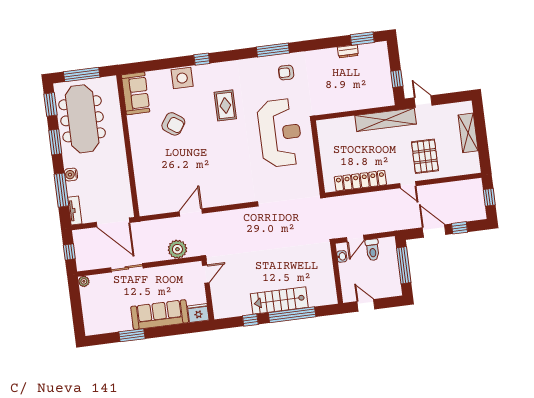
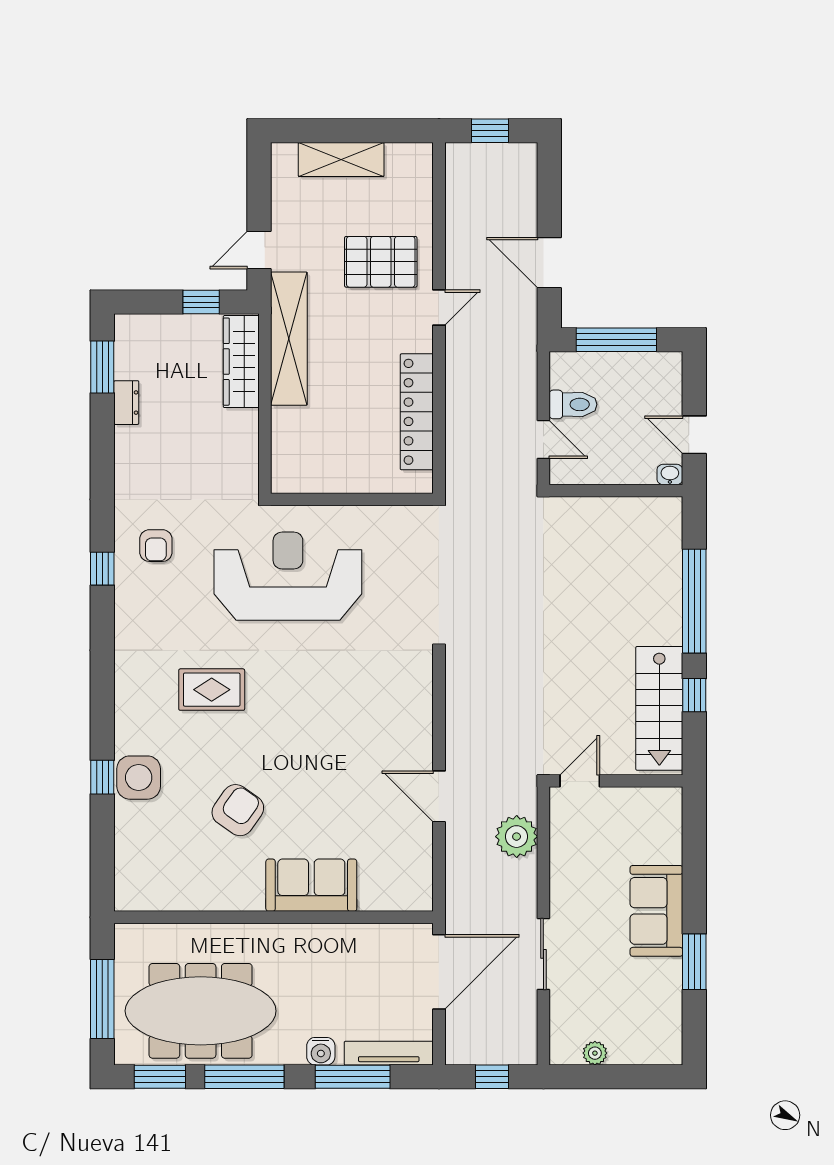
window: (273, 50) -> (102, 569), width x0.46
window: (202, 59) -> (102, 777), moved
sofa: (136, 93) -> (311, 885), moved
wardrobe: (373, 100) -> (241, 362), added
window: (55, 142) -> (244, 1077), width x1.44
tv unit: (75, 210) -> (389, 1053), width x1.41
window: (459, 228) -> (549, 206), removed
door: (434, 231) -> (549, 263), hinge flipped
washbasin: (342, 256) -> (670, 474), moved
door: (206, 274) -> (580, 781), hinge flipped
plant: (84, 281) -> (595, 1053), moved
stairs: (279, 301) -> (659, 708), moved
door: (366, 305) -> (694, 435), hinge flipped
fridge: (198, 313) -> (664, 808), removed
sofa: (160, 315) -> (656, 911), width x0.73

